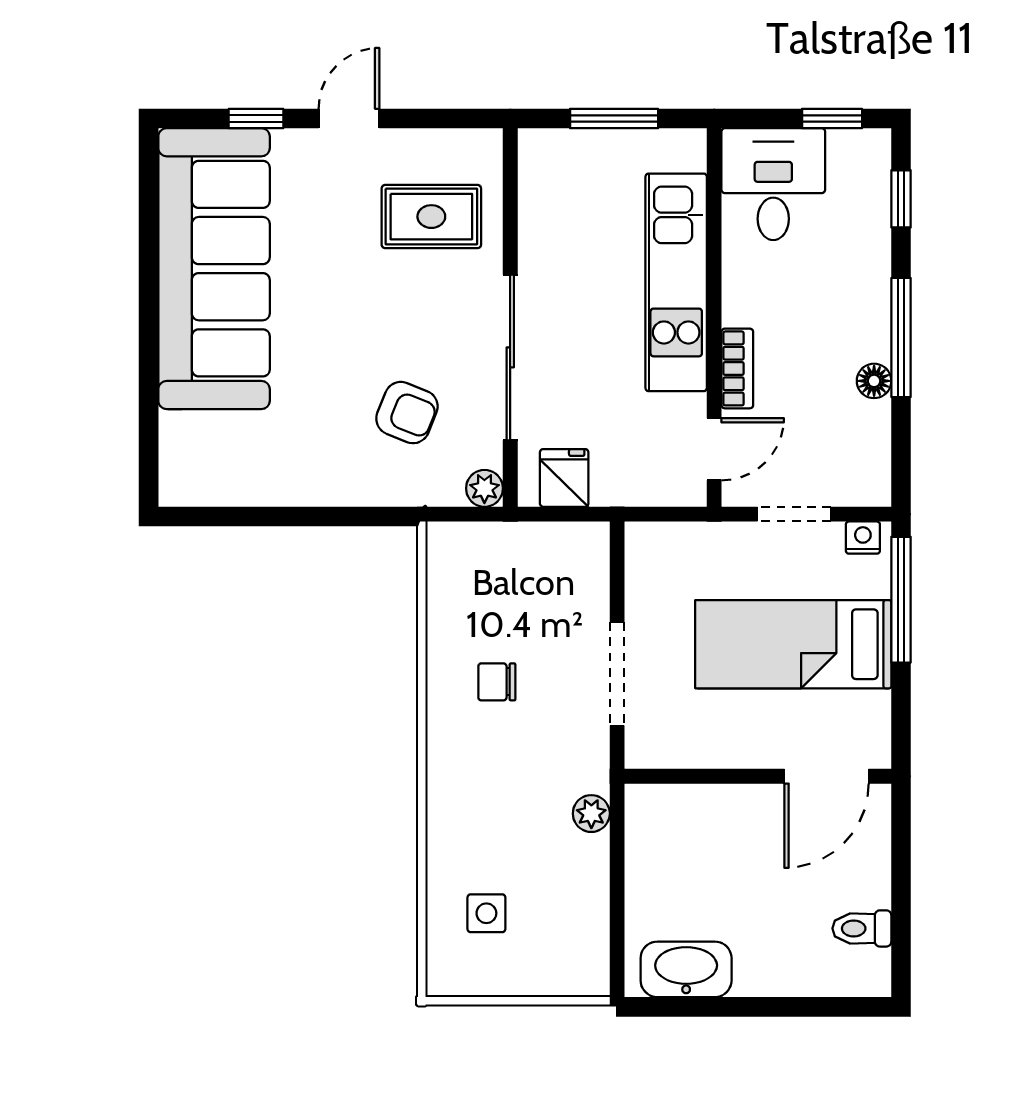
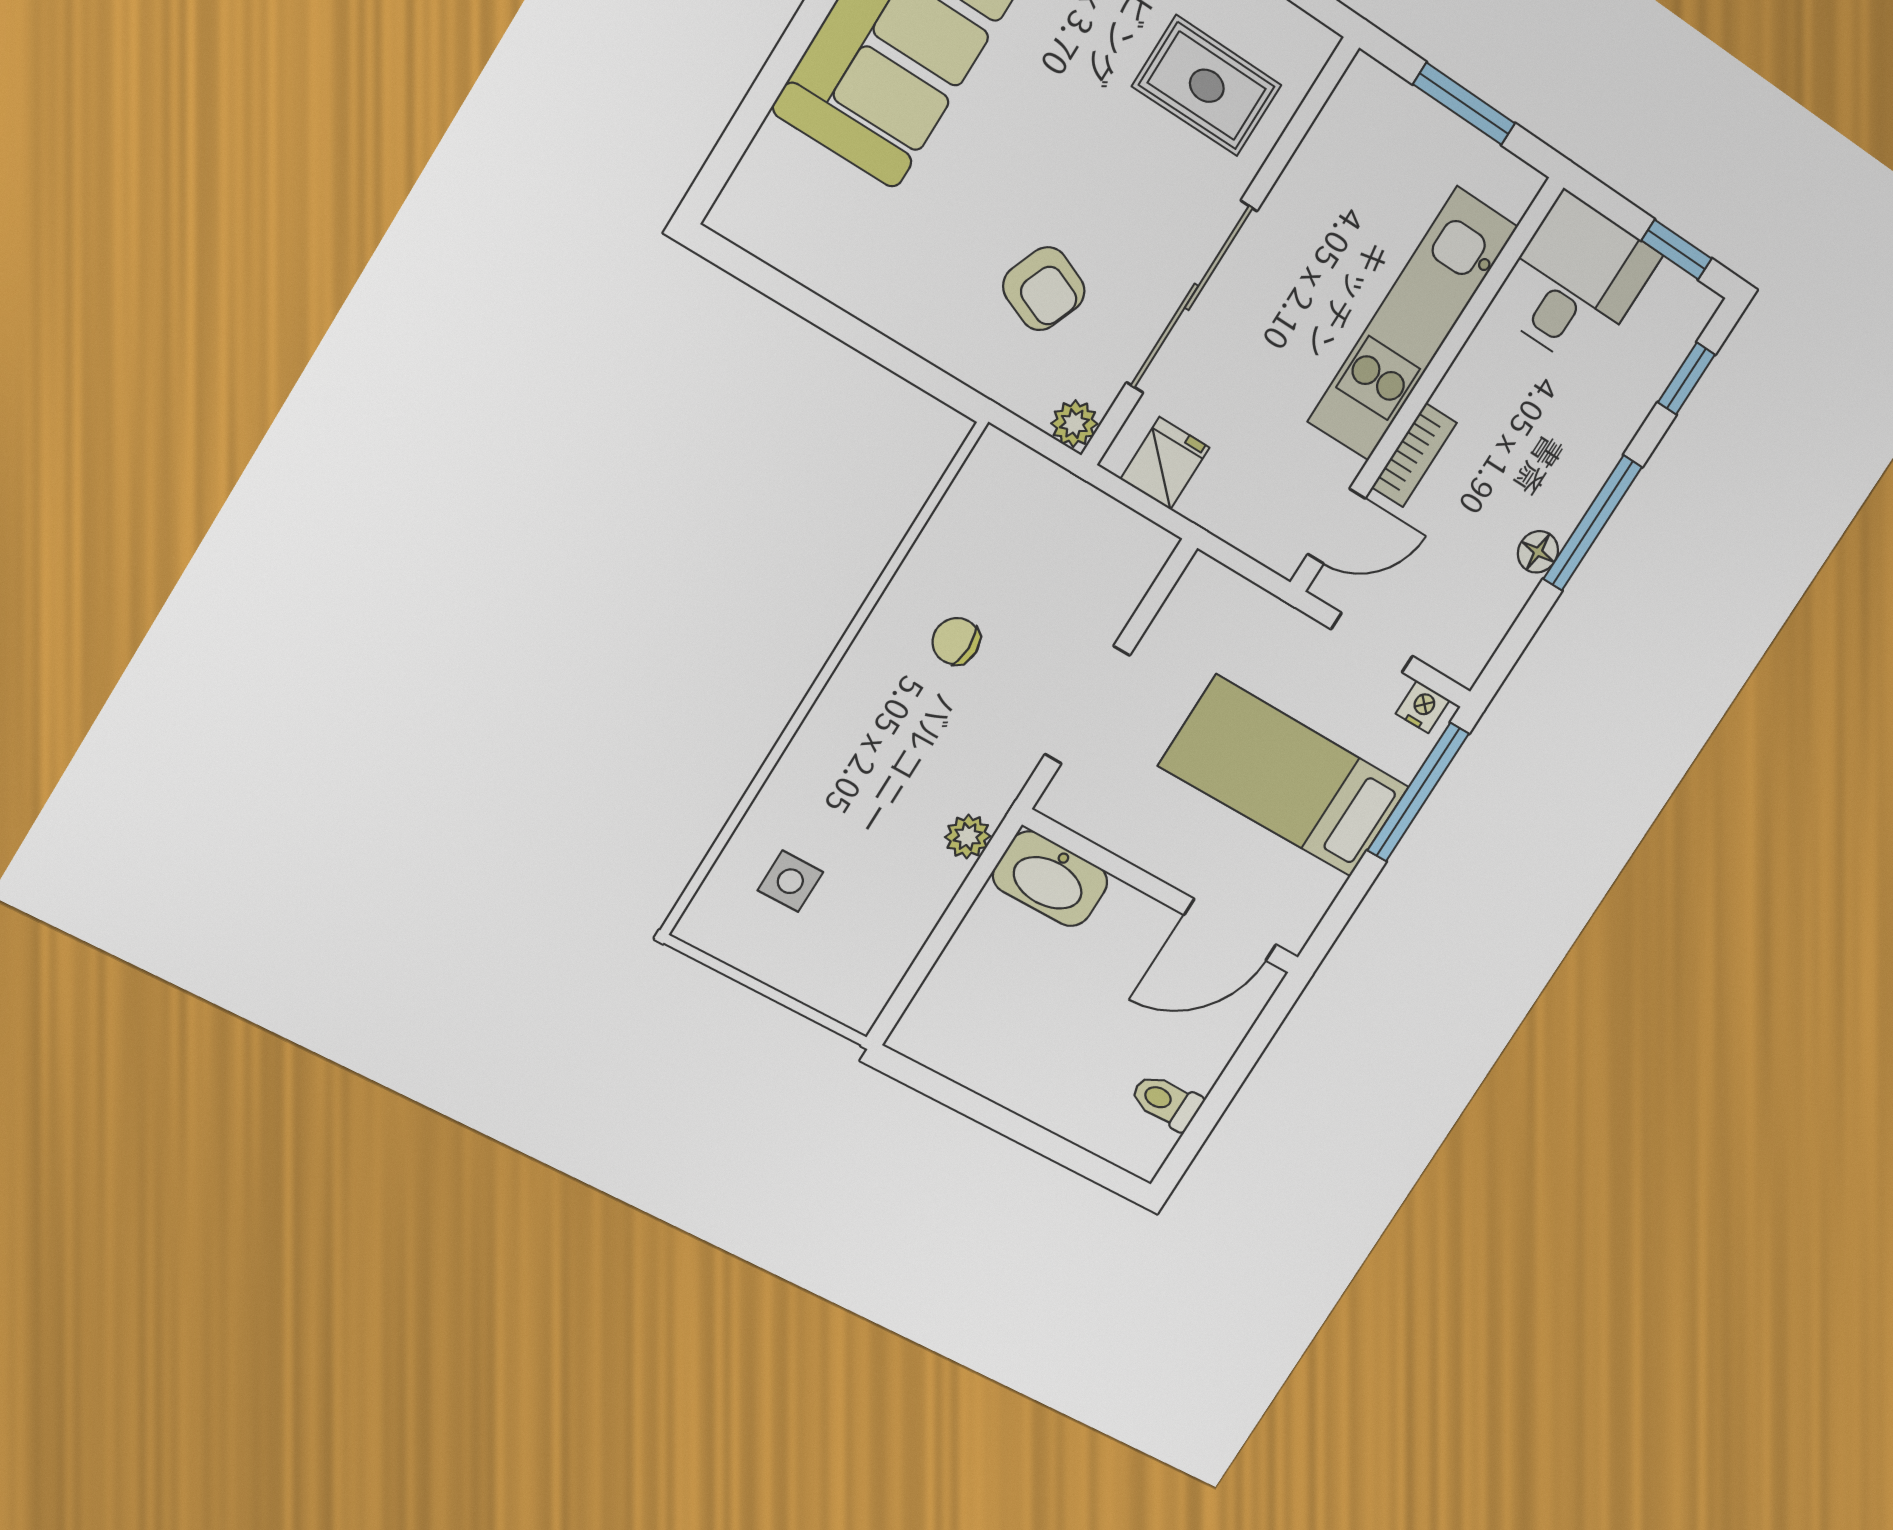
washbasin: (686, 969) -> (1050, 879), moved, turned 180

